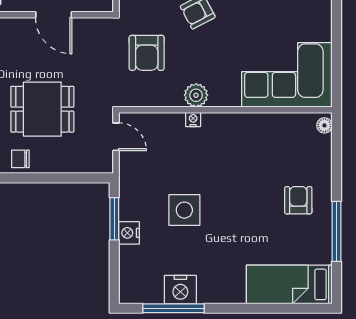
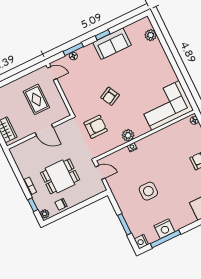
armchair: (147, 53) -> (96, 127), turned -90
window: (114, 219) -> (124, 224), moved
nightstand: (129, 233) -> (141, 242), moved

